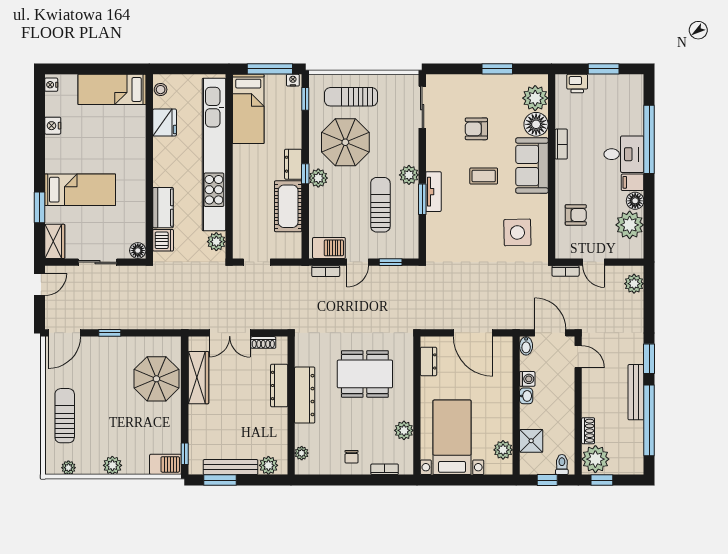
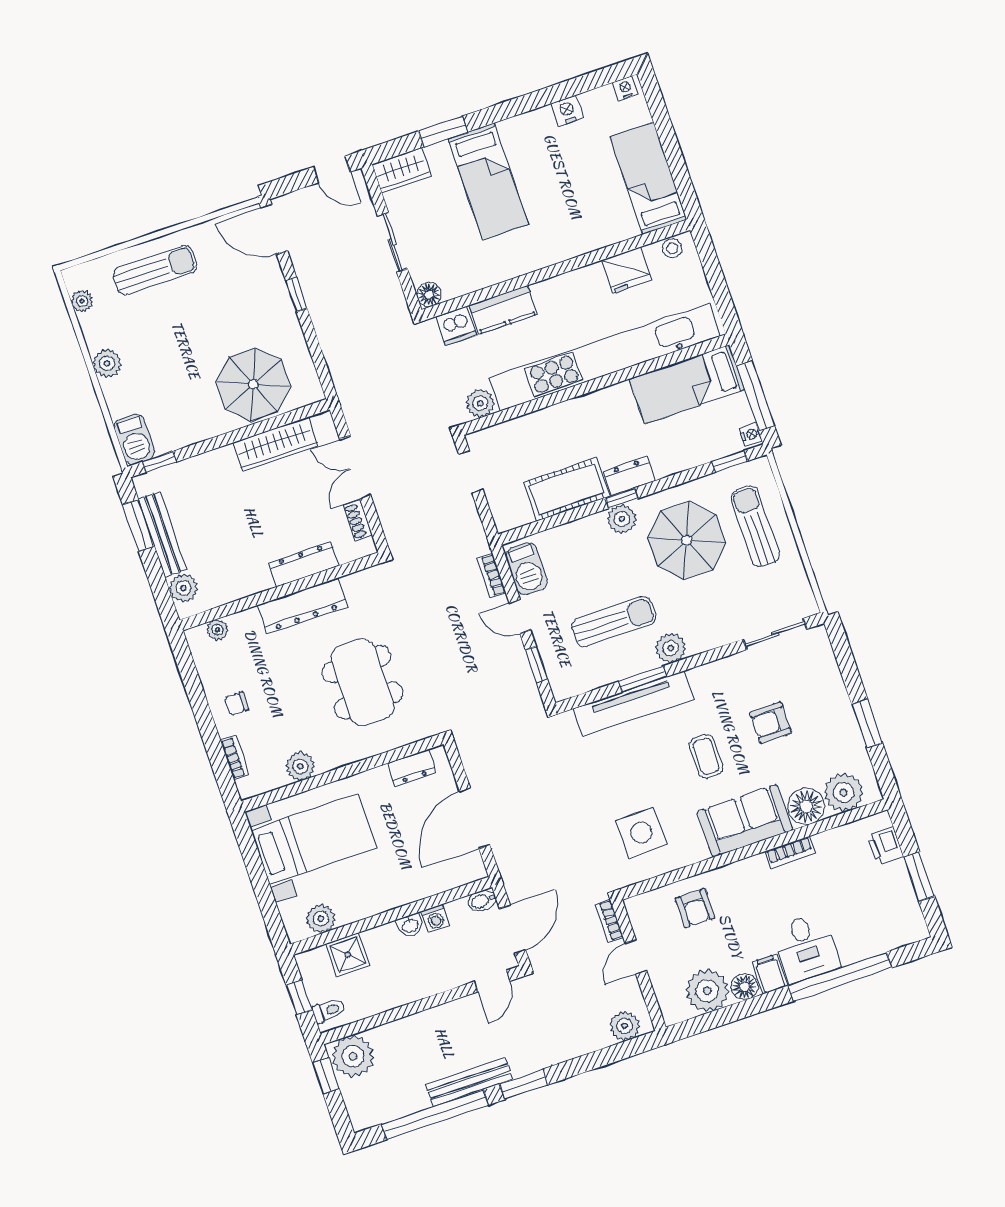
armchair: (476, 129) -> (770, 723), turned -90
tv unit: (433, 192) -> (633, 704), width x1.92, depth x1.29
shoe rack: (588, 431) -> (390, 1032), removed

